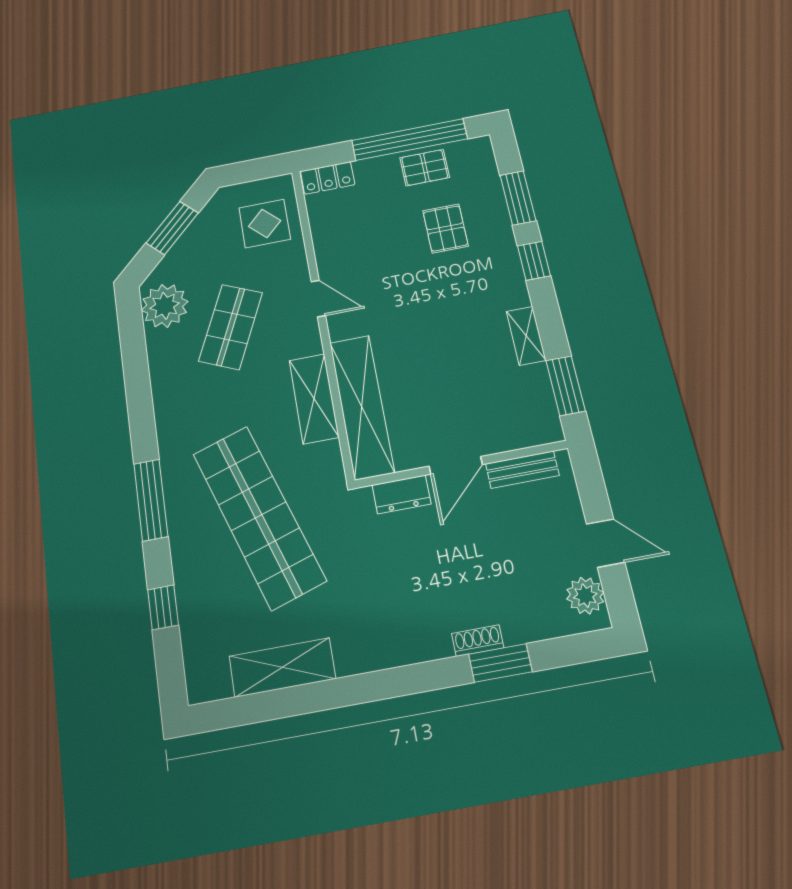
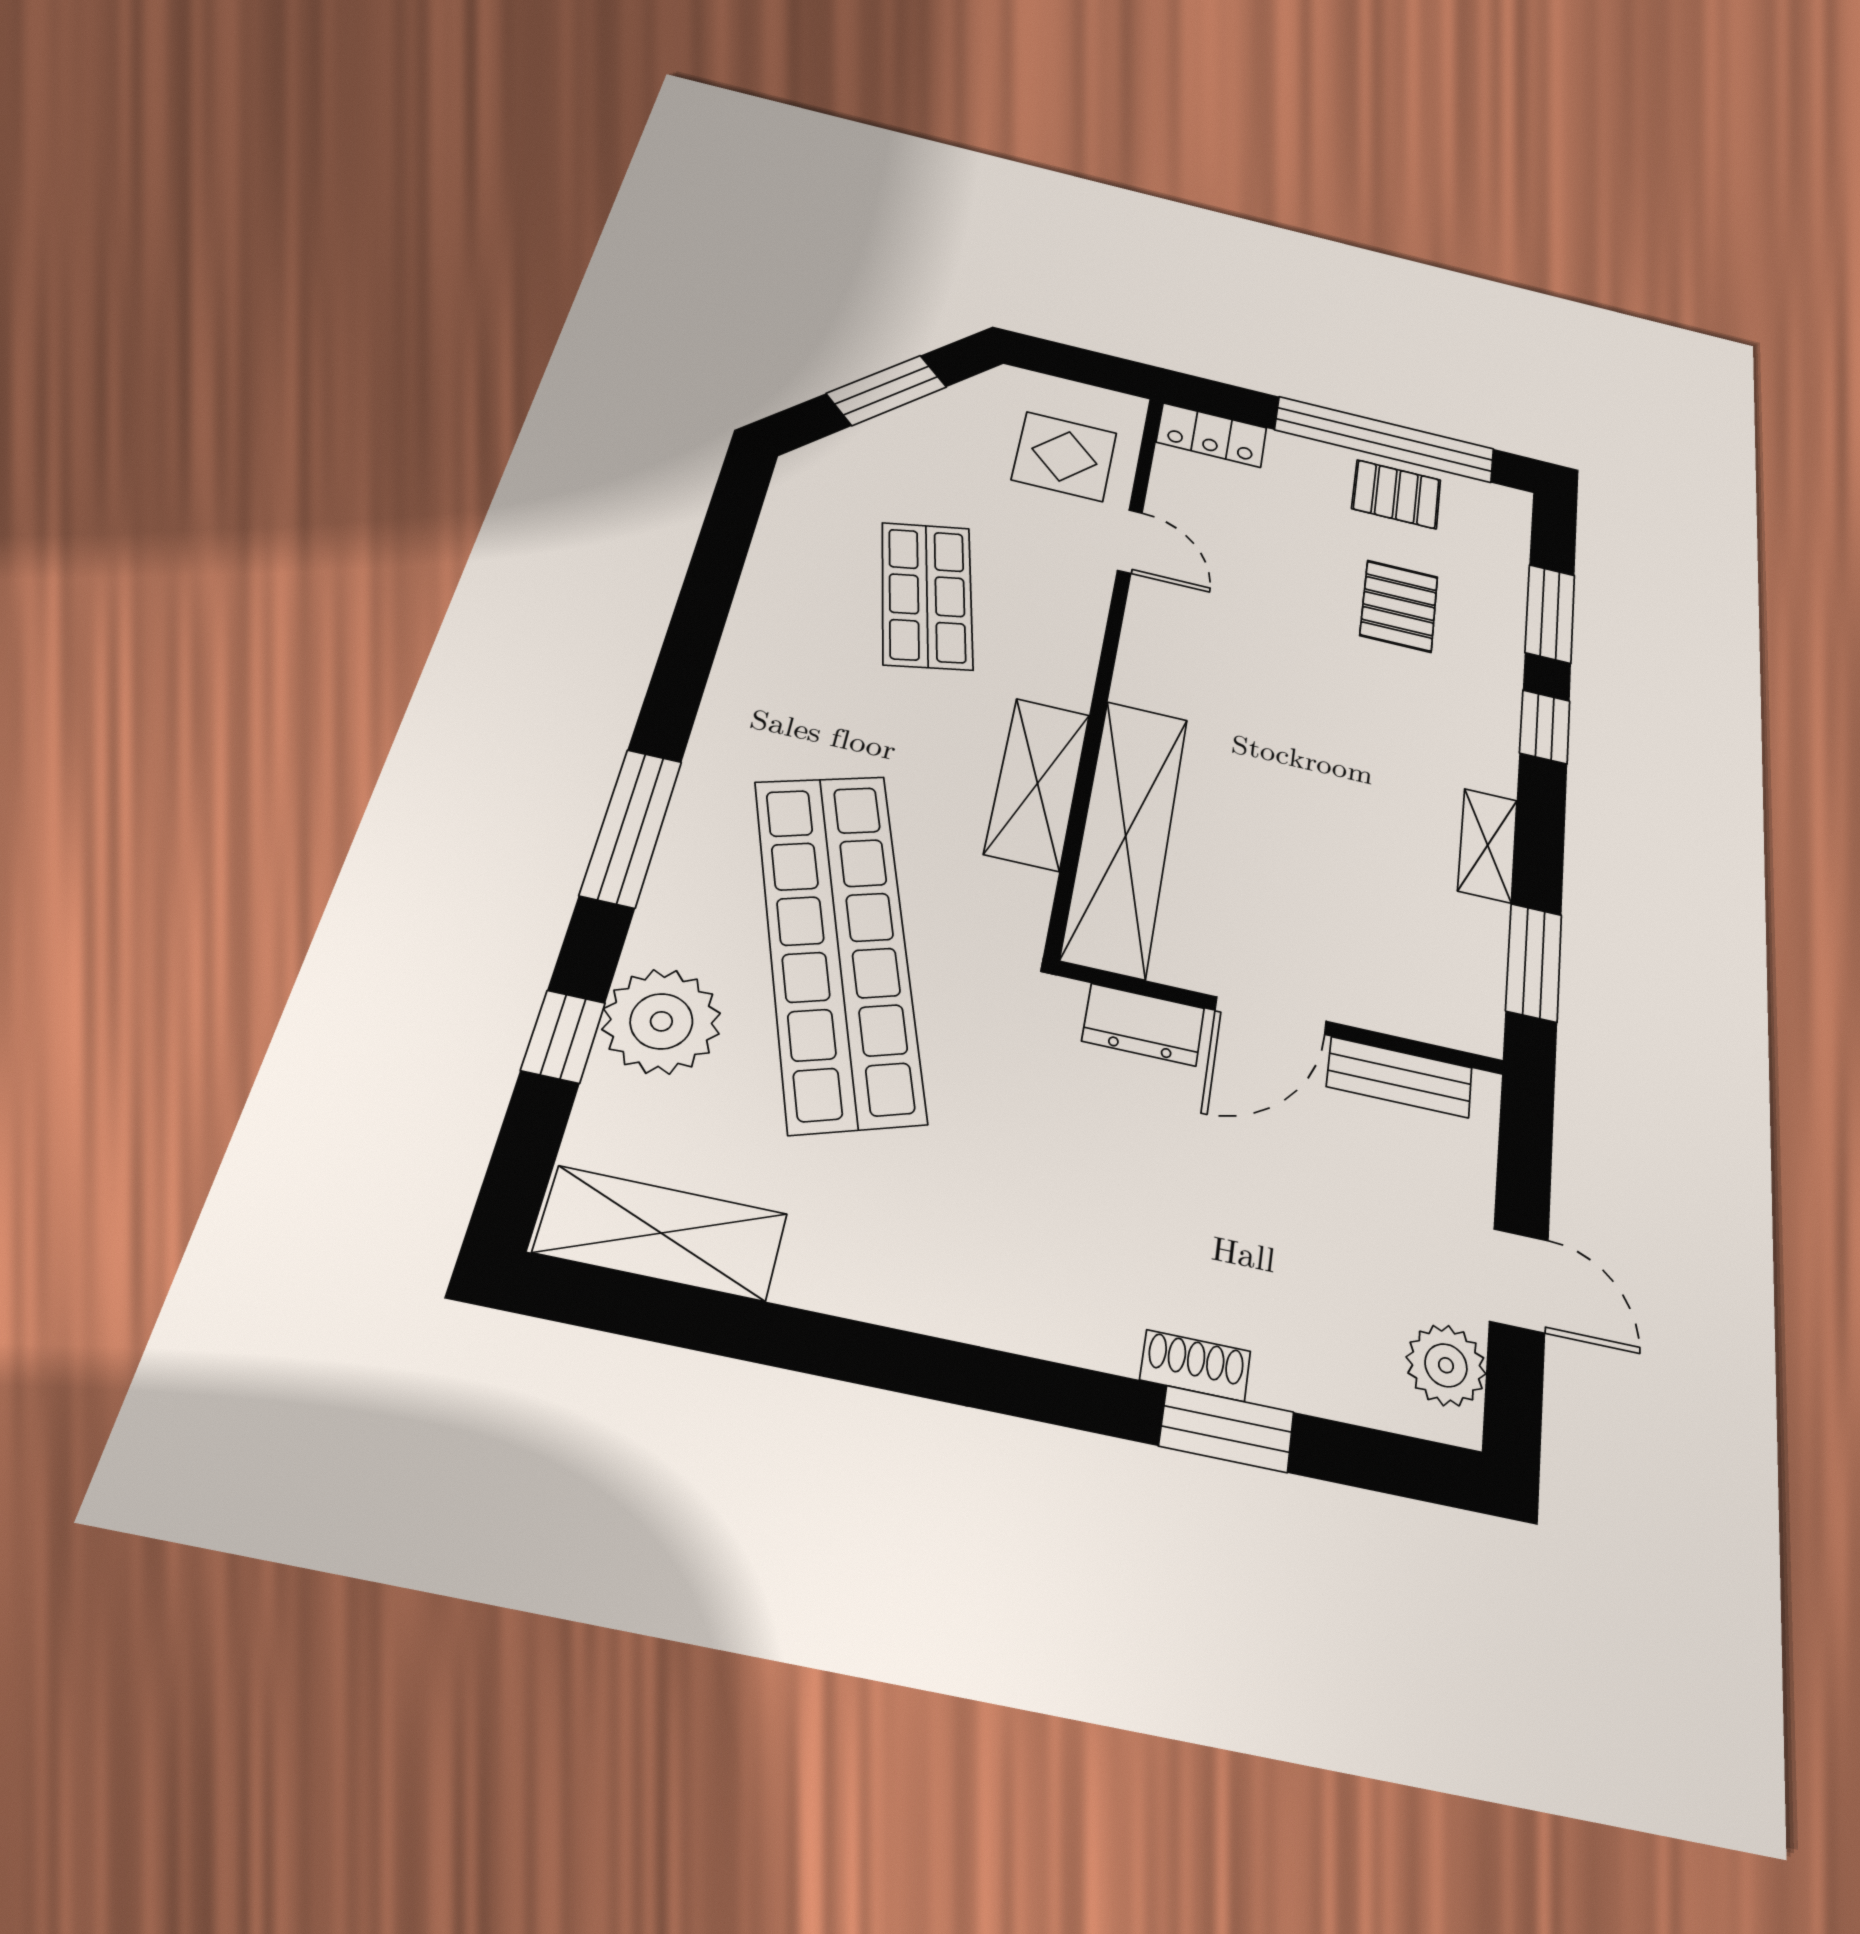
door: (318, 299) -> (1130, 541), moved
plant: (165, 306) -> (661, 1021), moved
shop shelf: (231, 327) -> (927, 595), turned -36
shelving: (282, 667) -> (661, 1233), moved

